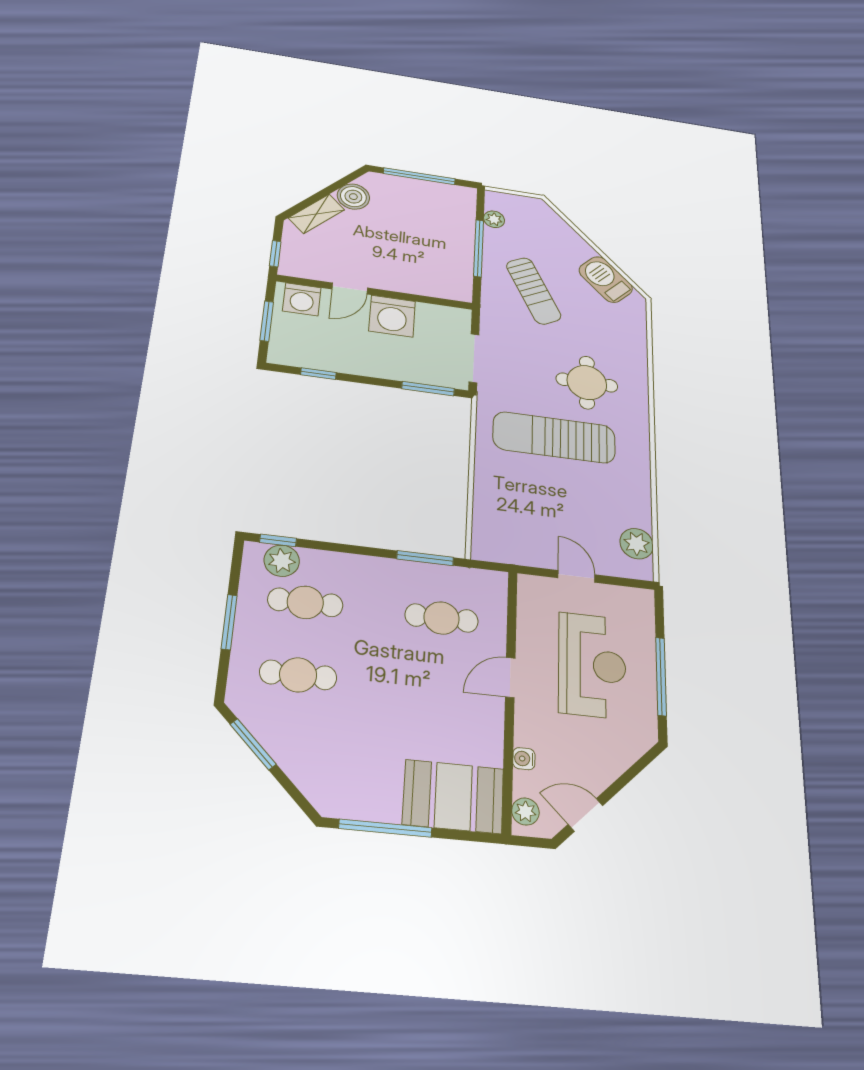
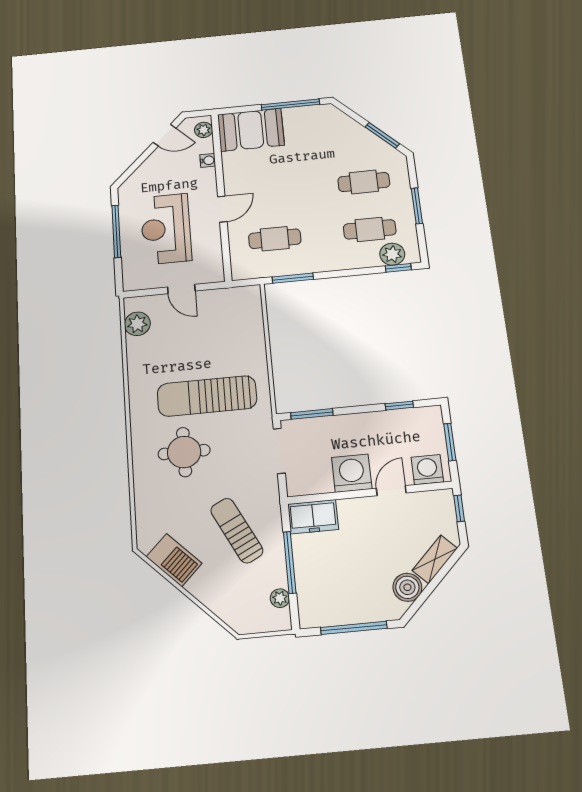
freezer: (445, 284) -> (313, 517), added
sun lounger: (554, 437) -> (207, 396), turned 180

